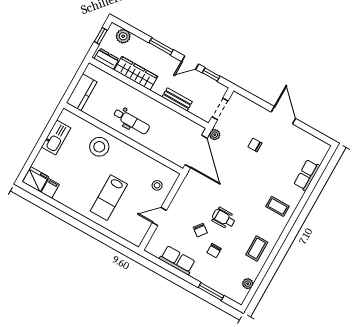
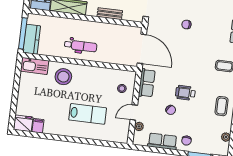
window: (75, 82) -> (23, 33), added
plant: (215, 135) -> (139, 126), moved
kitchen sink: (56, 137) -> (35, 66), moved, turned 90
row of seats: (186, 190) -> (147, 83), added
lab bench: (109, 198) -> (88, 114), turned -90
chair: (214, 251) -> (186, 141), moved

